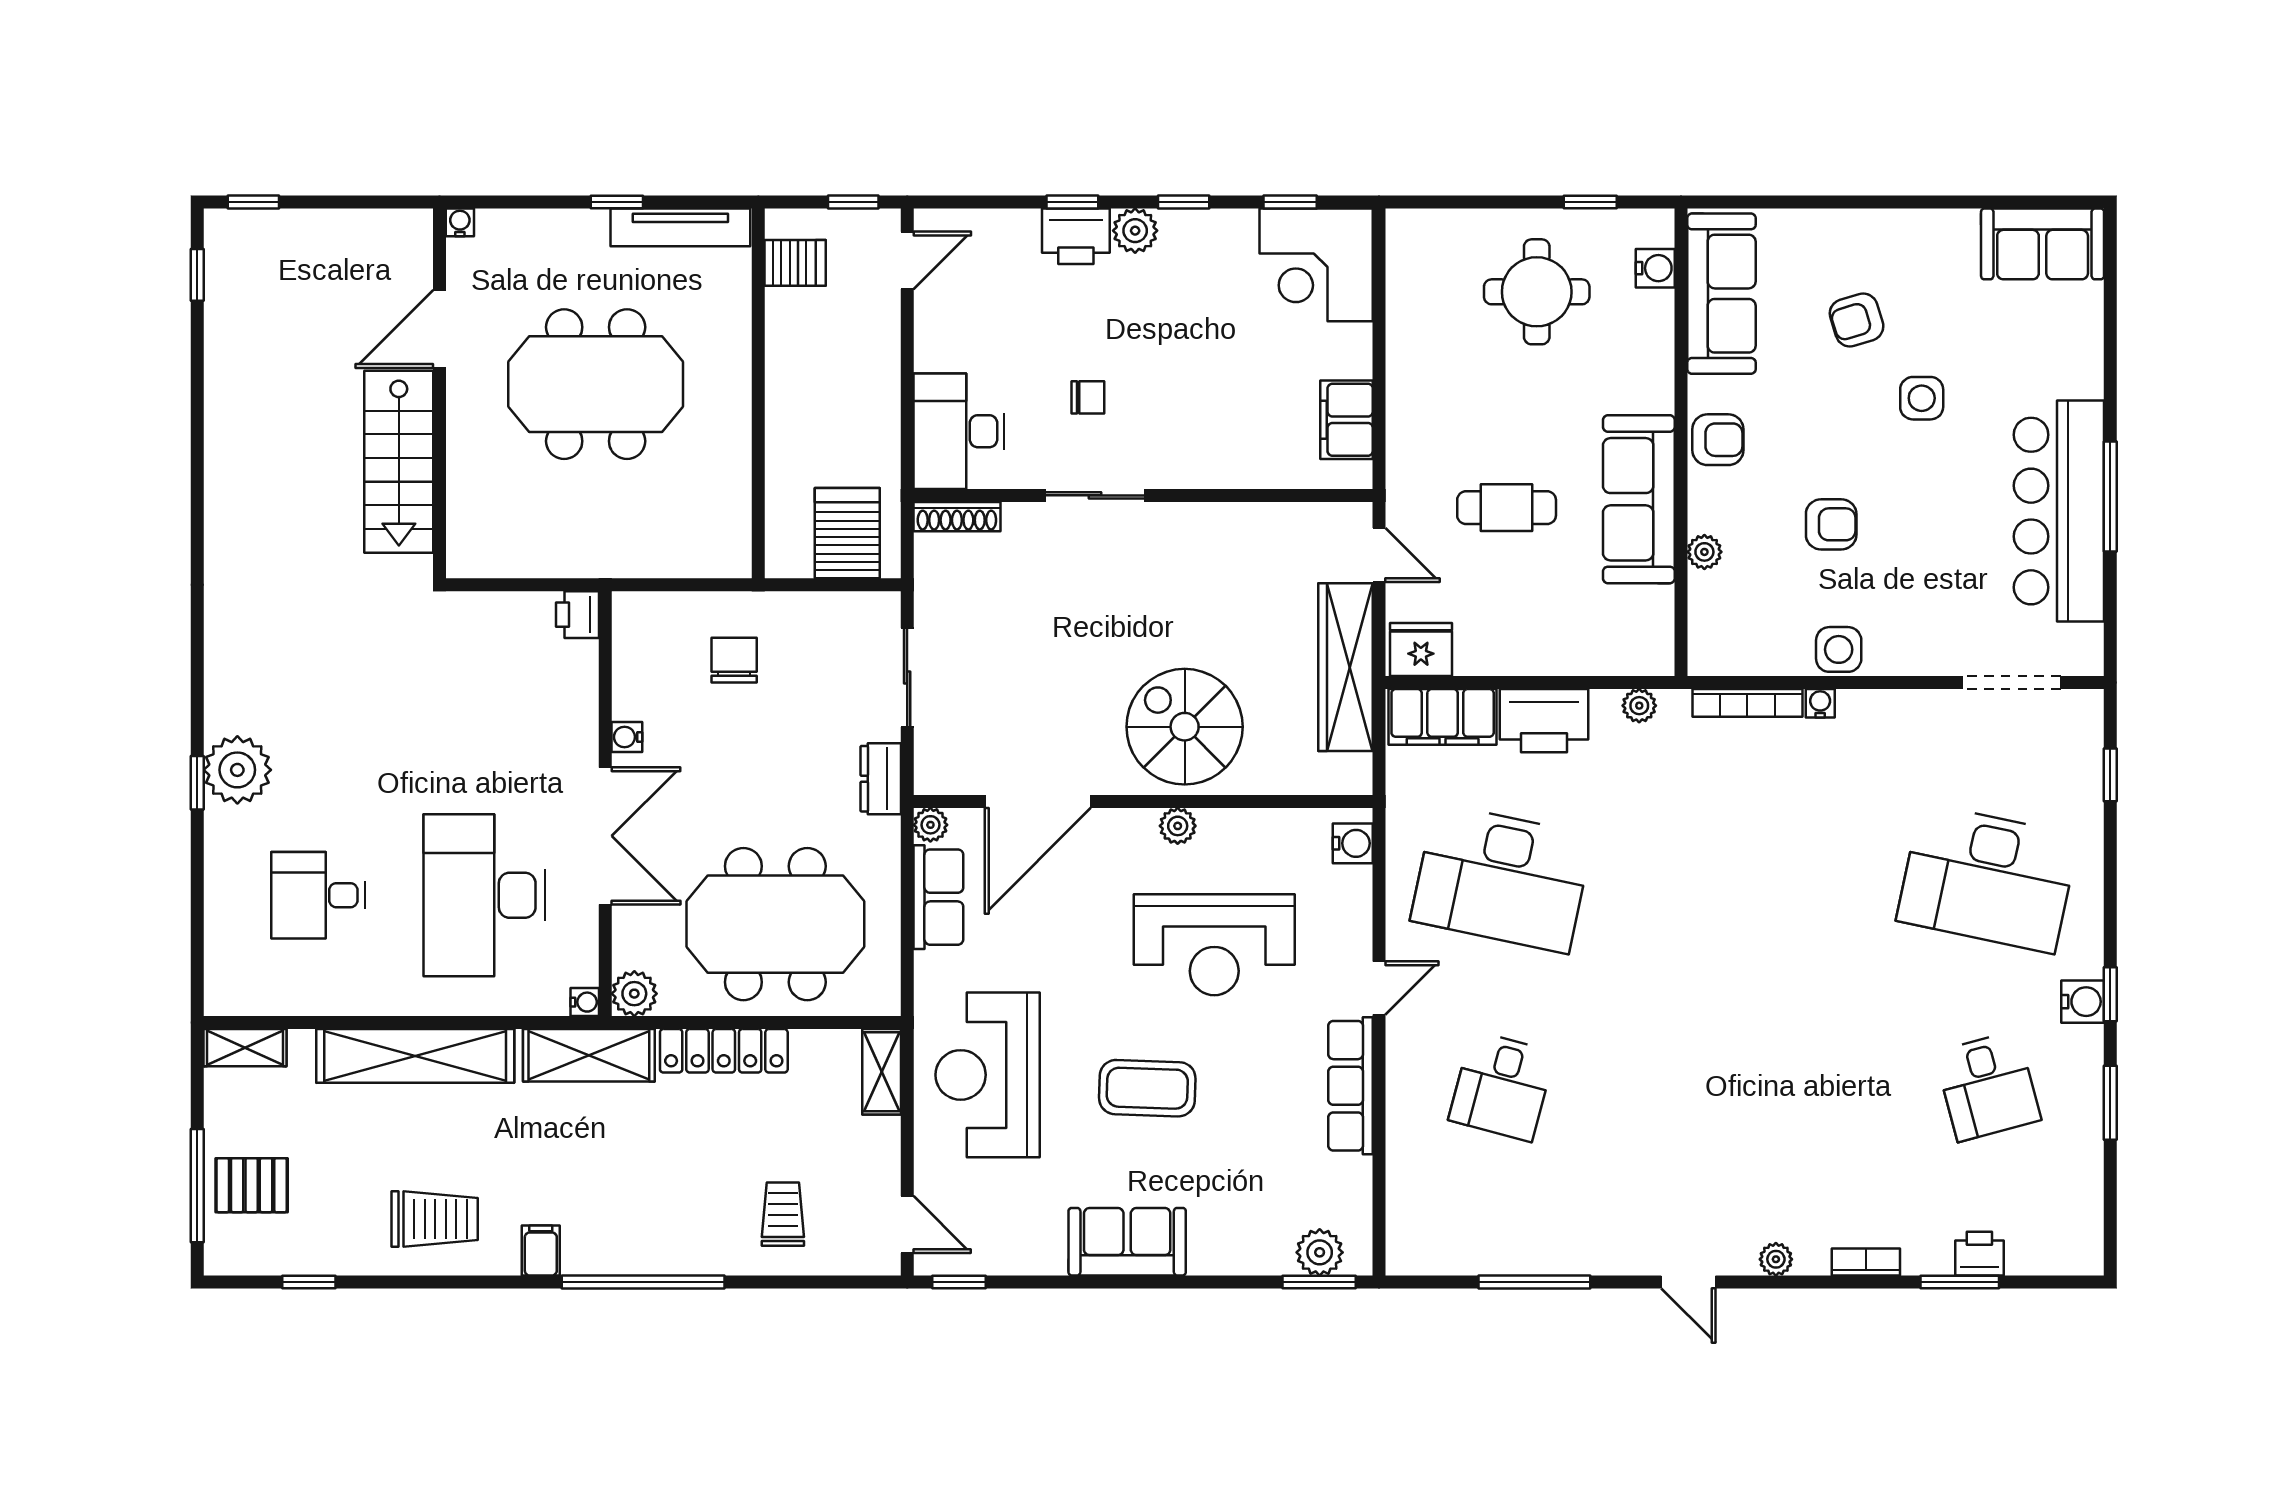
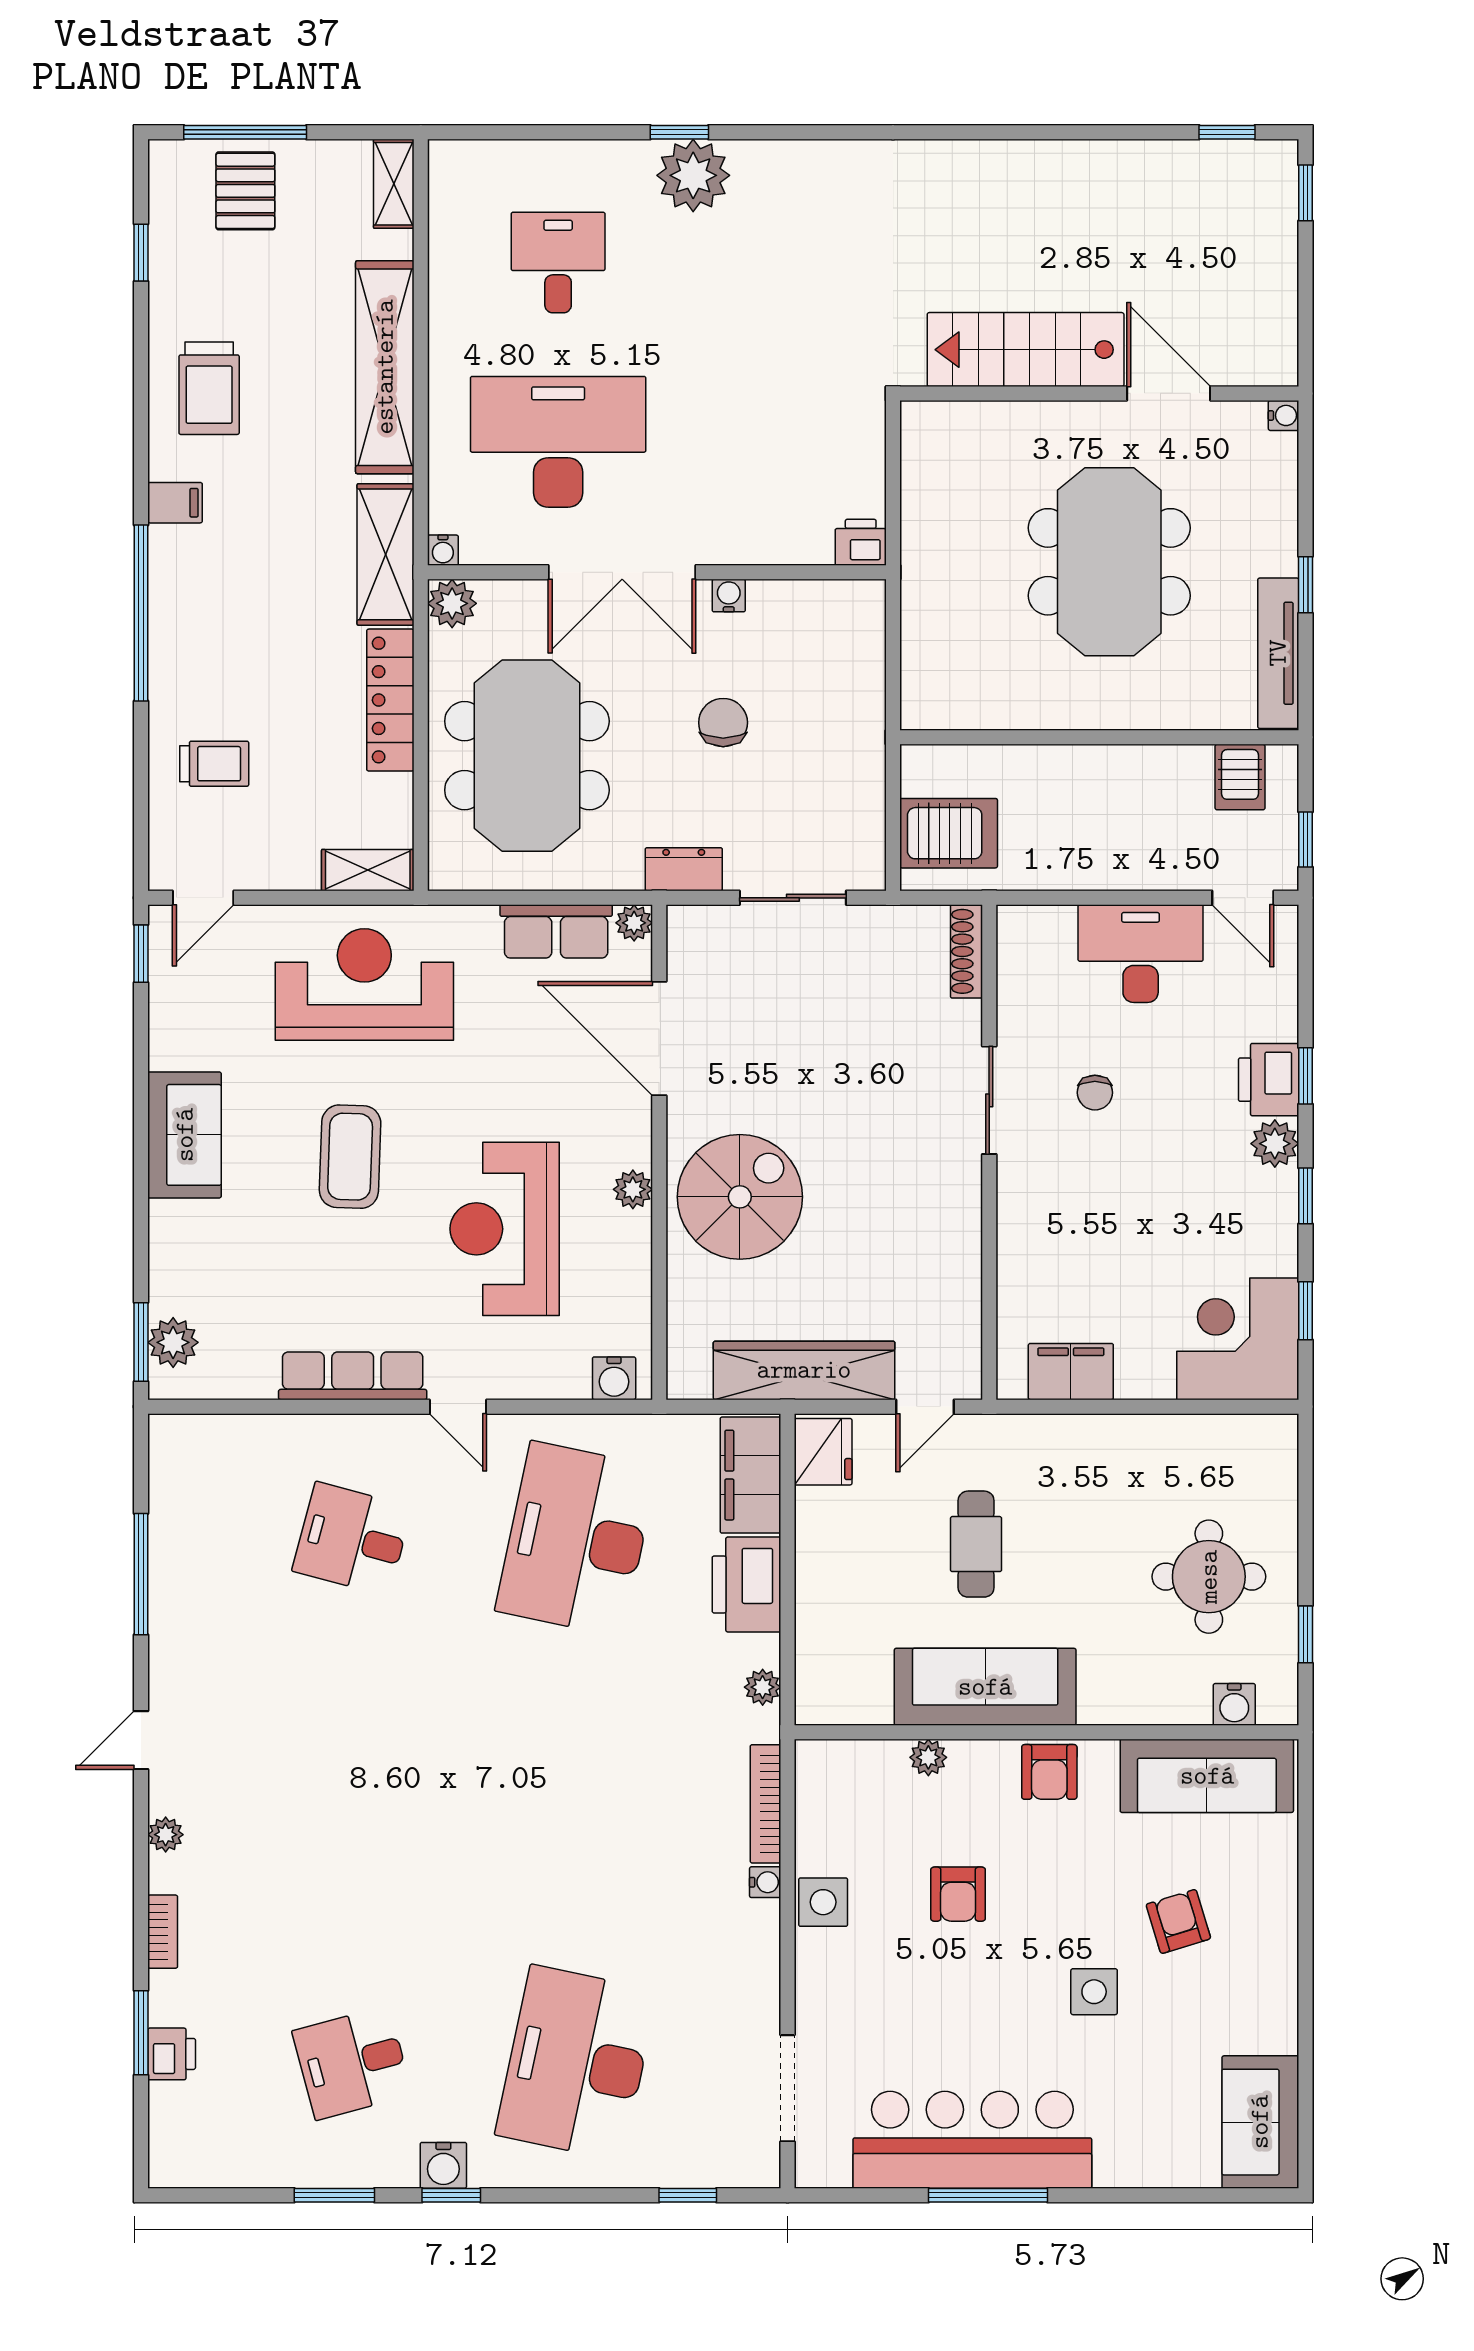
desk: (959, 431) -> (1141, 954), moved
chair: (734, 660) -> (723, 723), moved, turned -90

